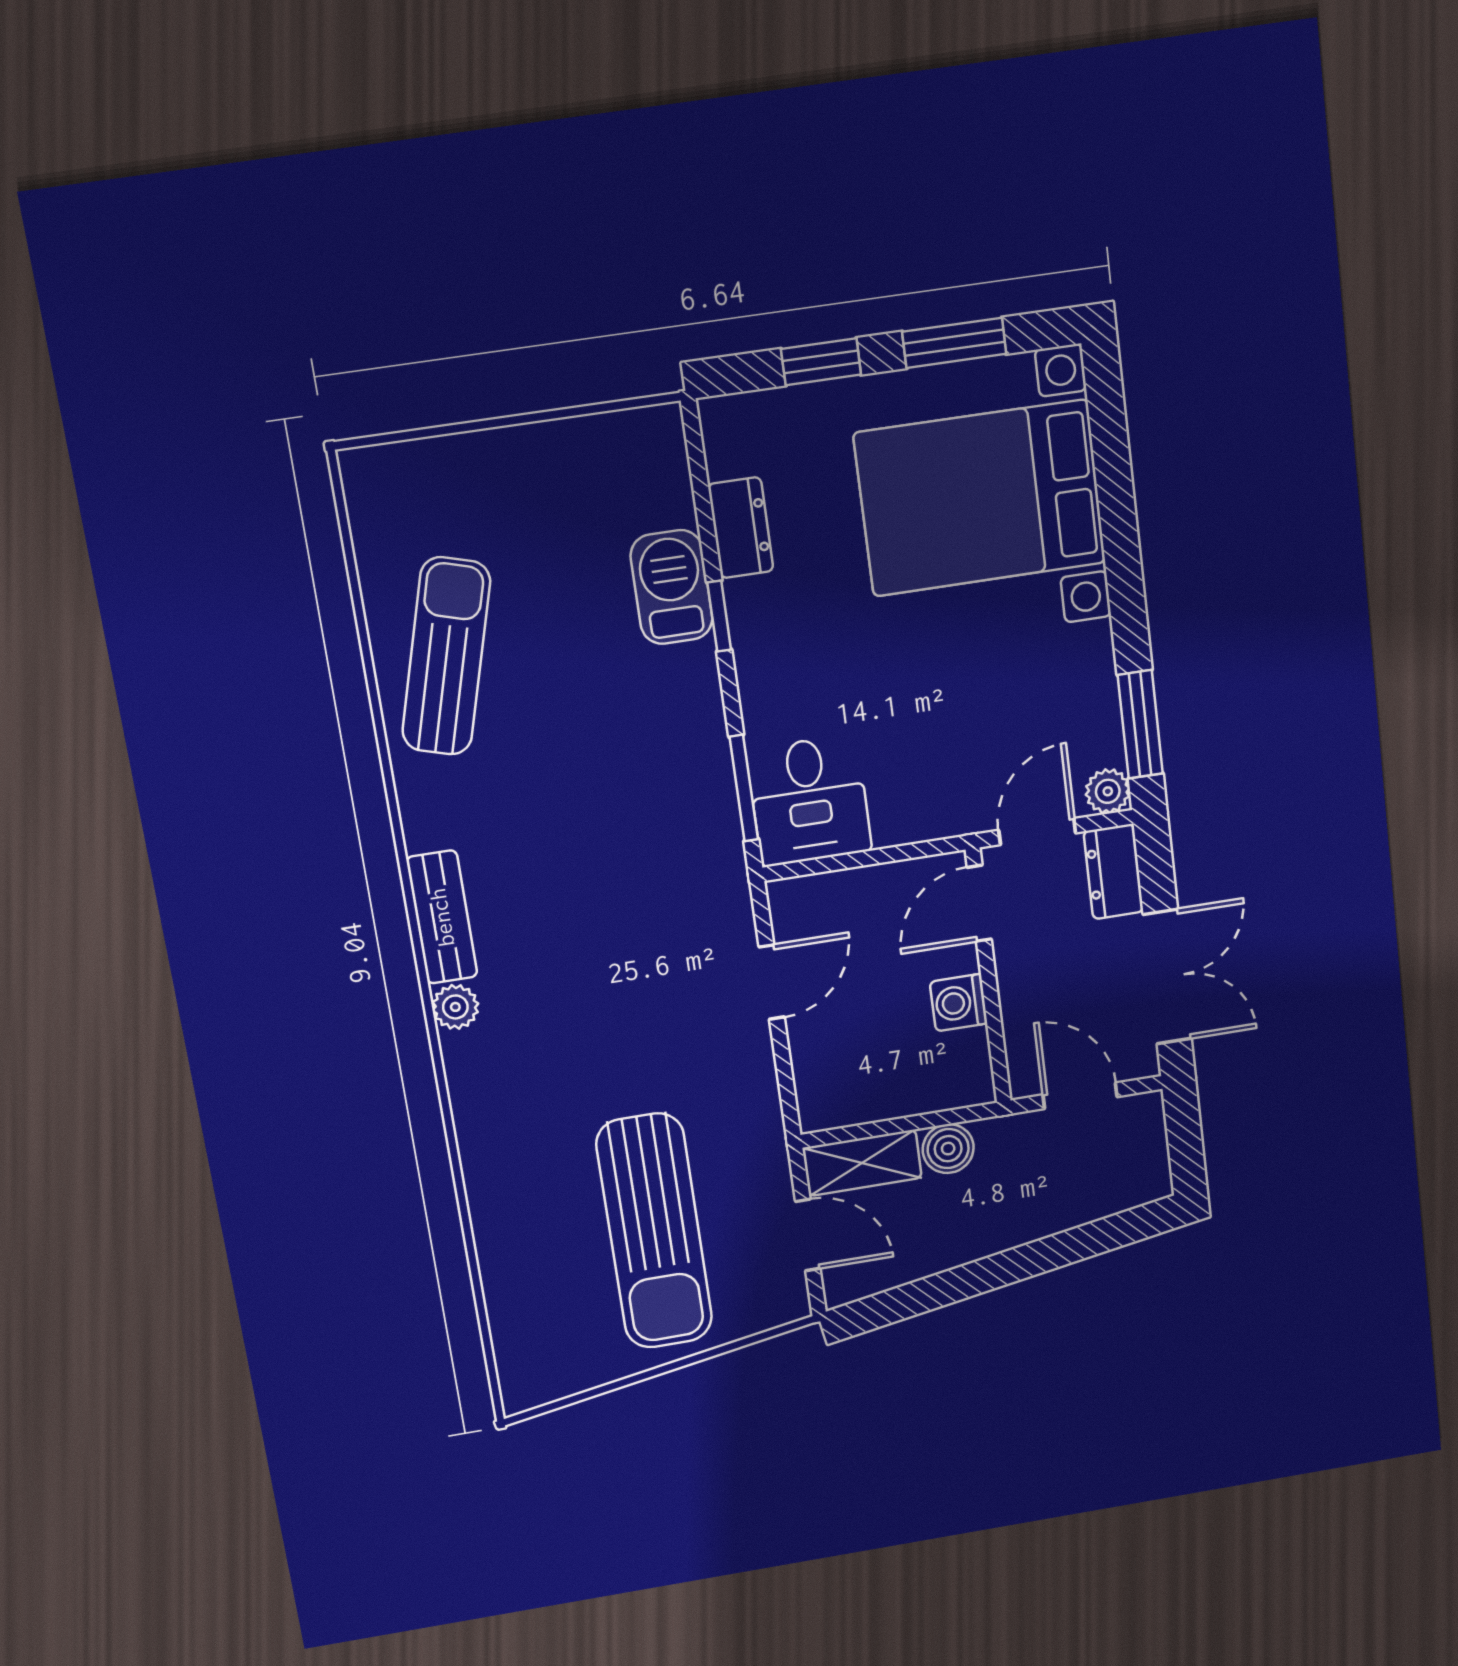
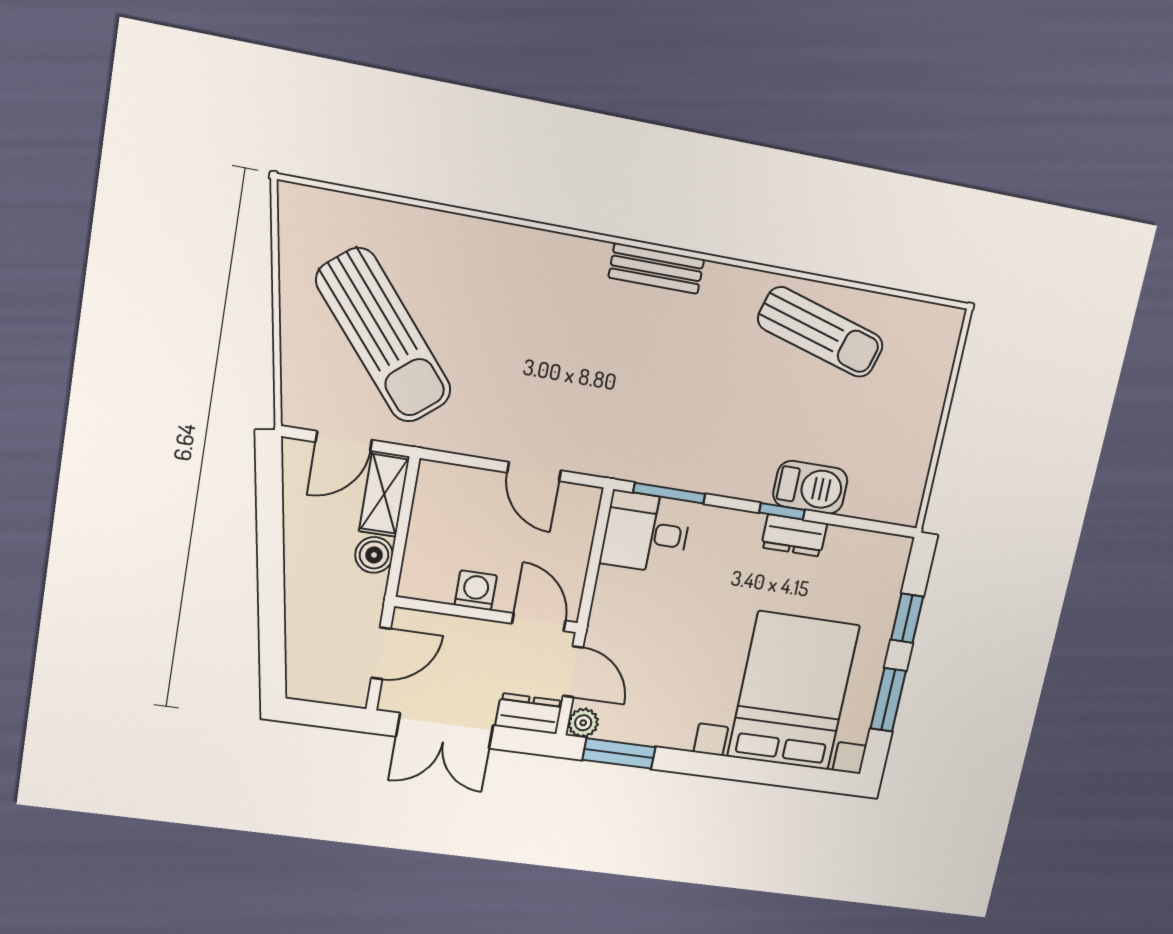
dresser: (741, 528) -> (794, 535), moved
plant: (455, 1007) -> (593, 255), removed
sun lounger: (654, 1231) -> (384, 336), turned -130

